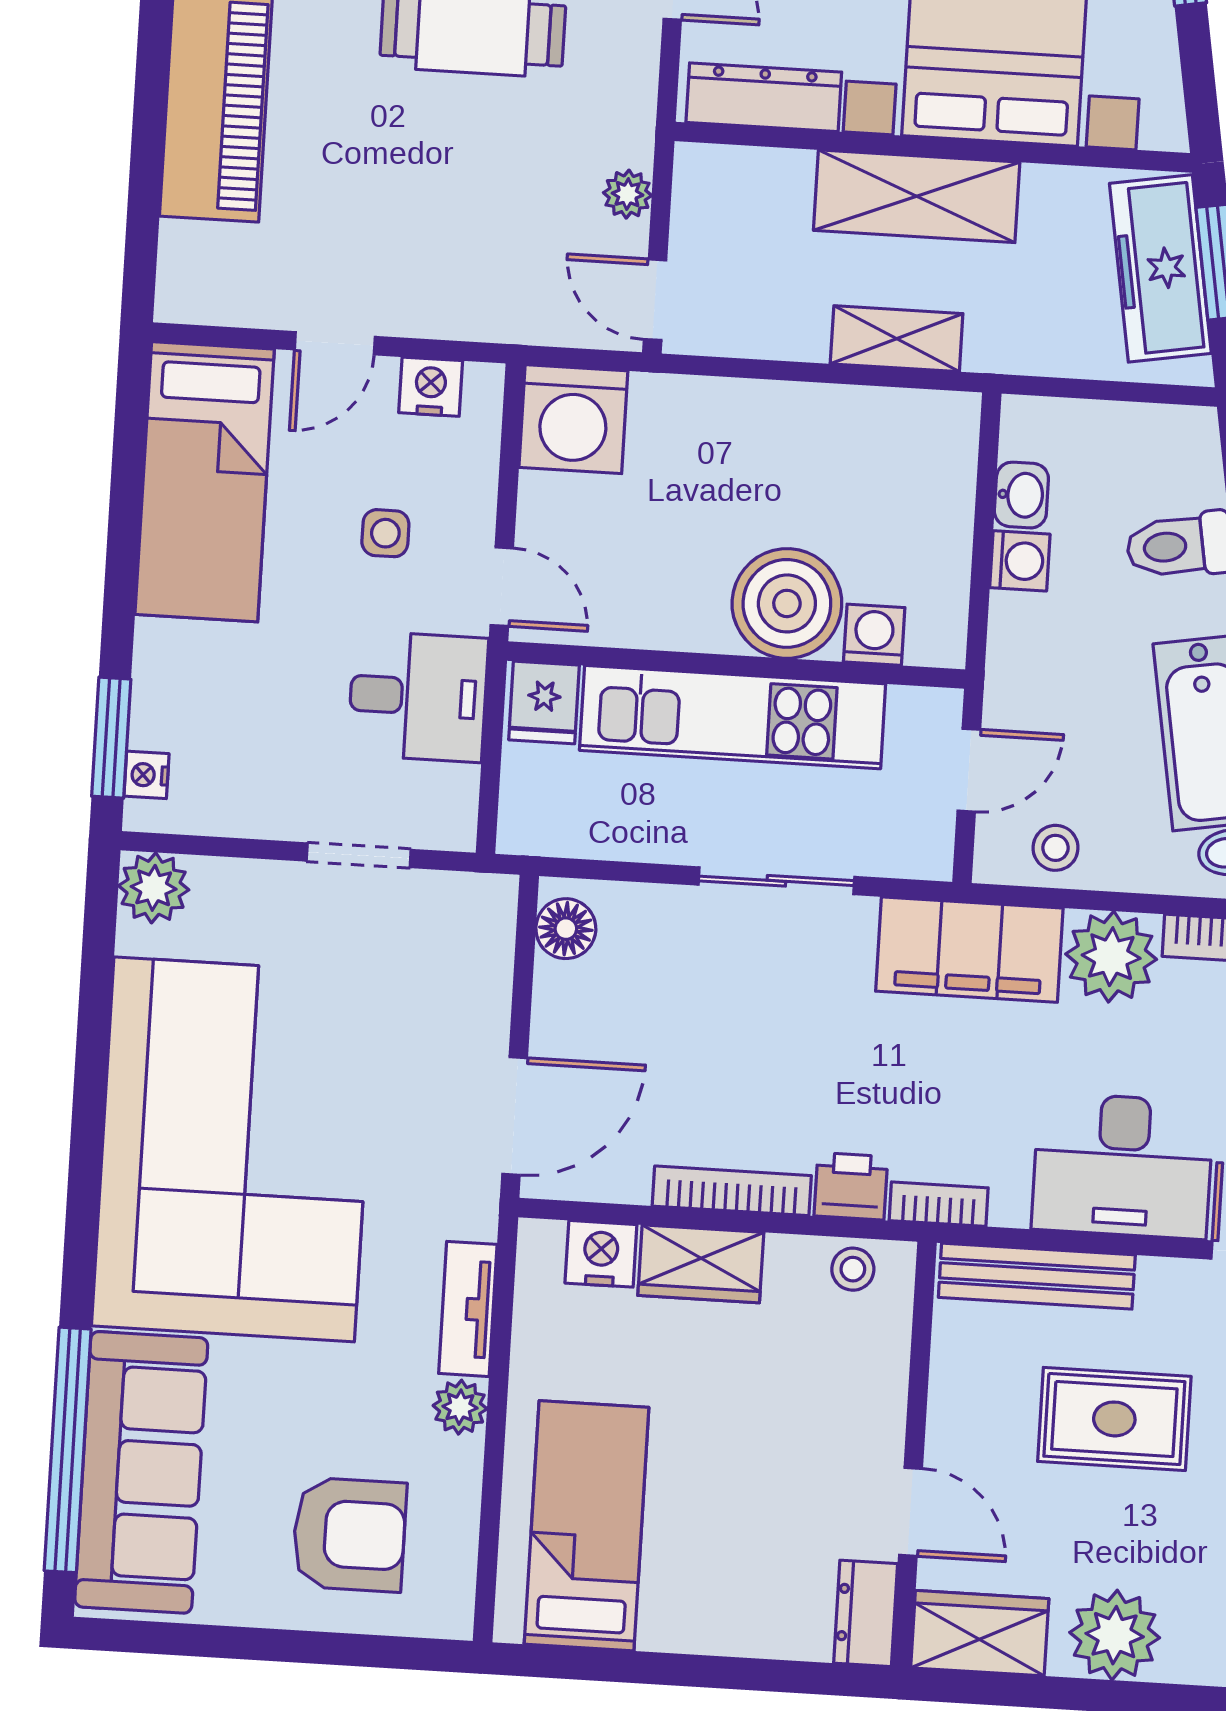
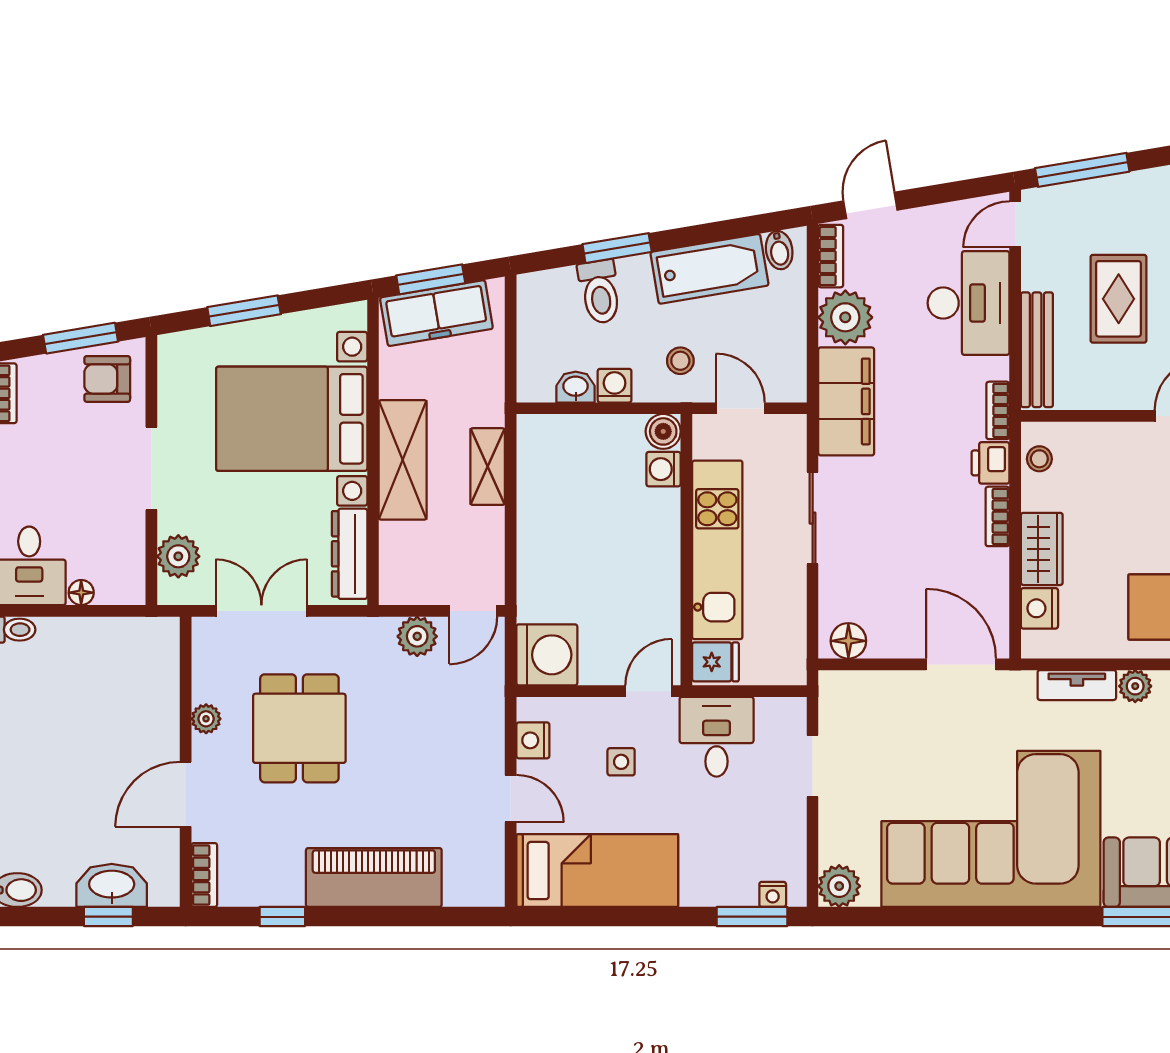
plant: (628, 194) -> (417, 636), width x1.38, depth x1.38
boiler: (787, 603) -> (663, 431), moved, width x0.54, depth x0.54
stool: (1055, 848) -> (680, 361), moved
bookcase: (732, 1191) -> (997, 516), width x0.64

